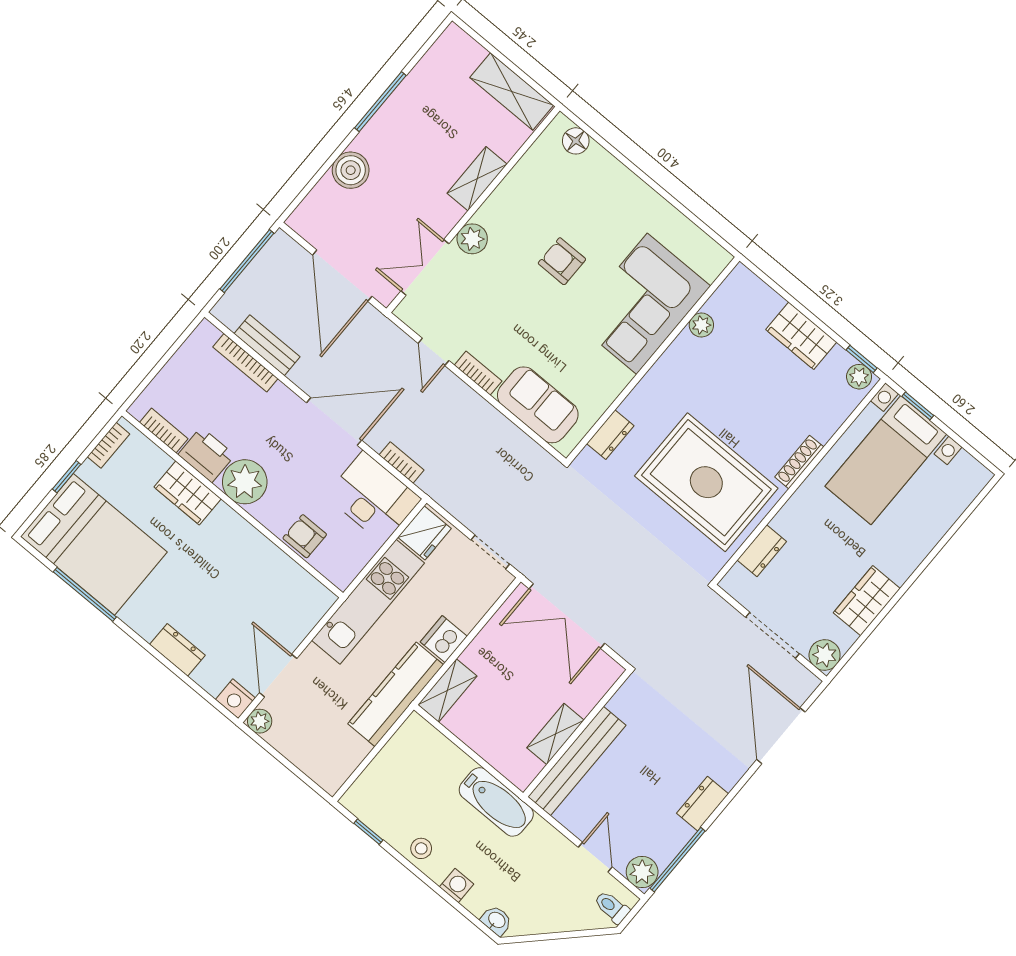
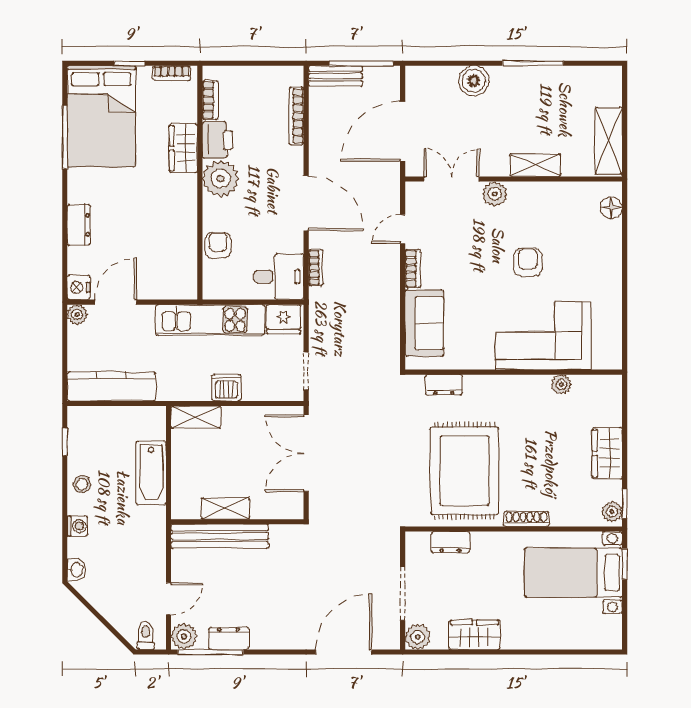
bench: (267, 345) -> (336, 76), moved, turned 90
desk: (373, 497) -> (279, 277), width x0.73
kitchen counter: (396, 694) -> (111, 386), moved
bathtub: (496, 802) -> (151, 473), moved
dresser: (703, 804) -> (229, 638), moved

